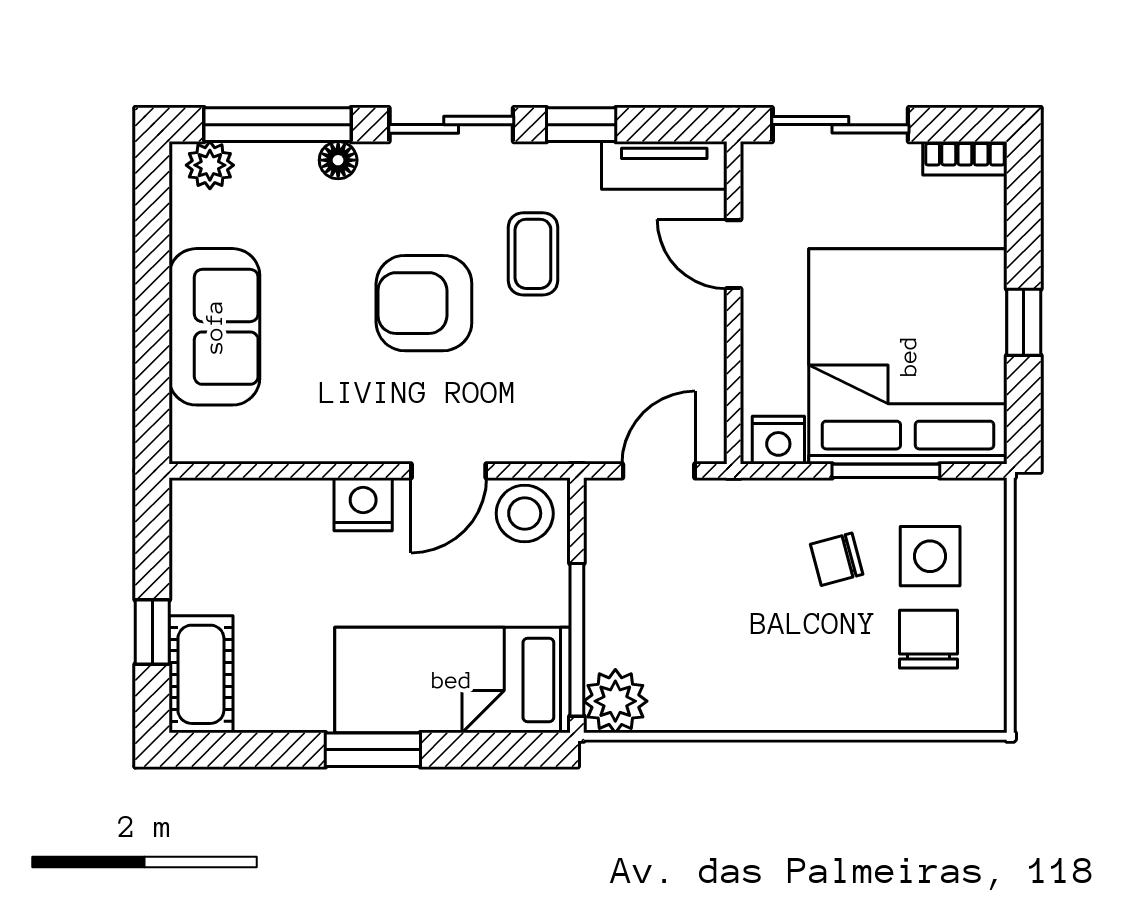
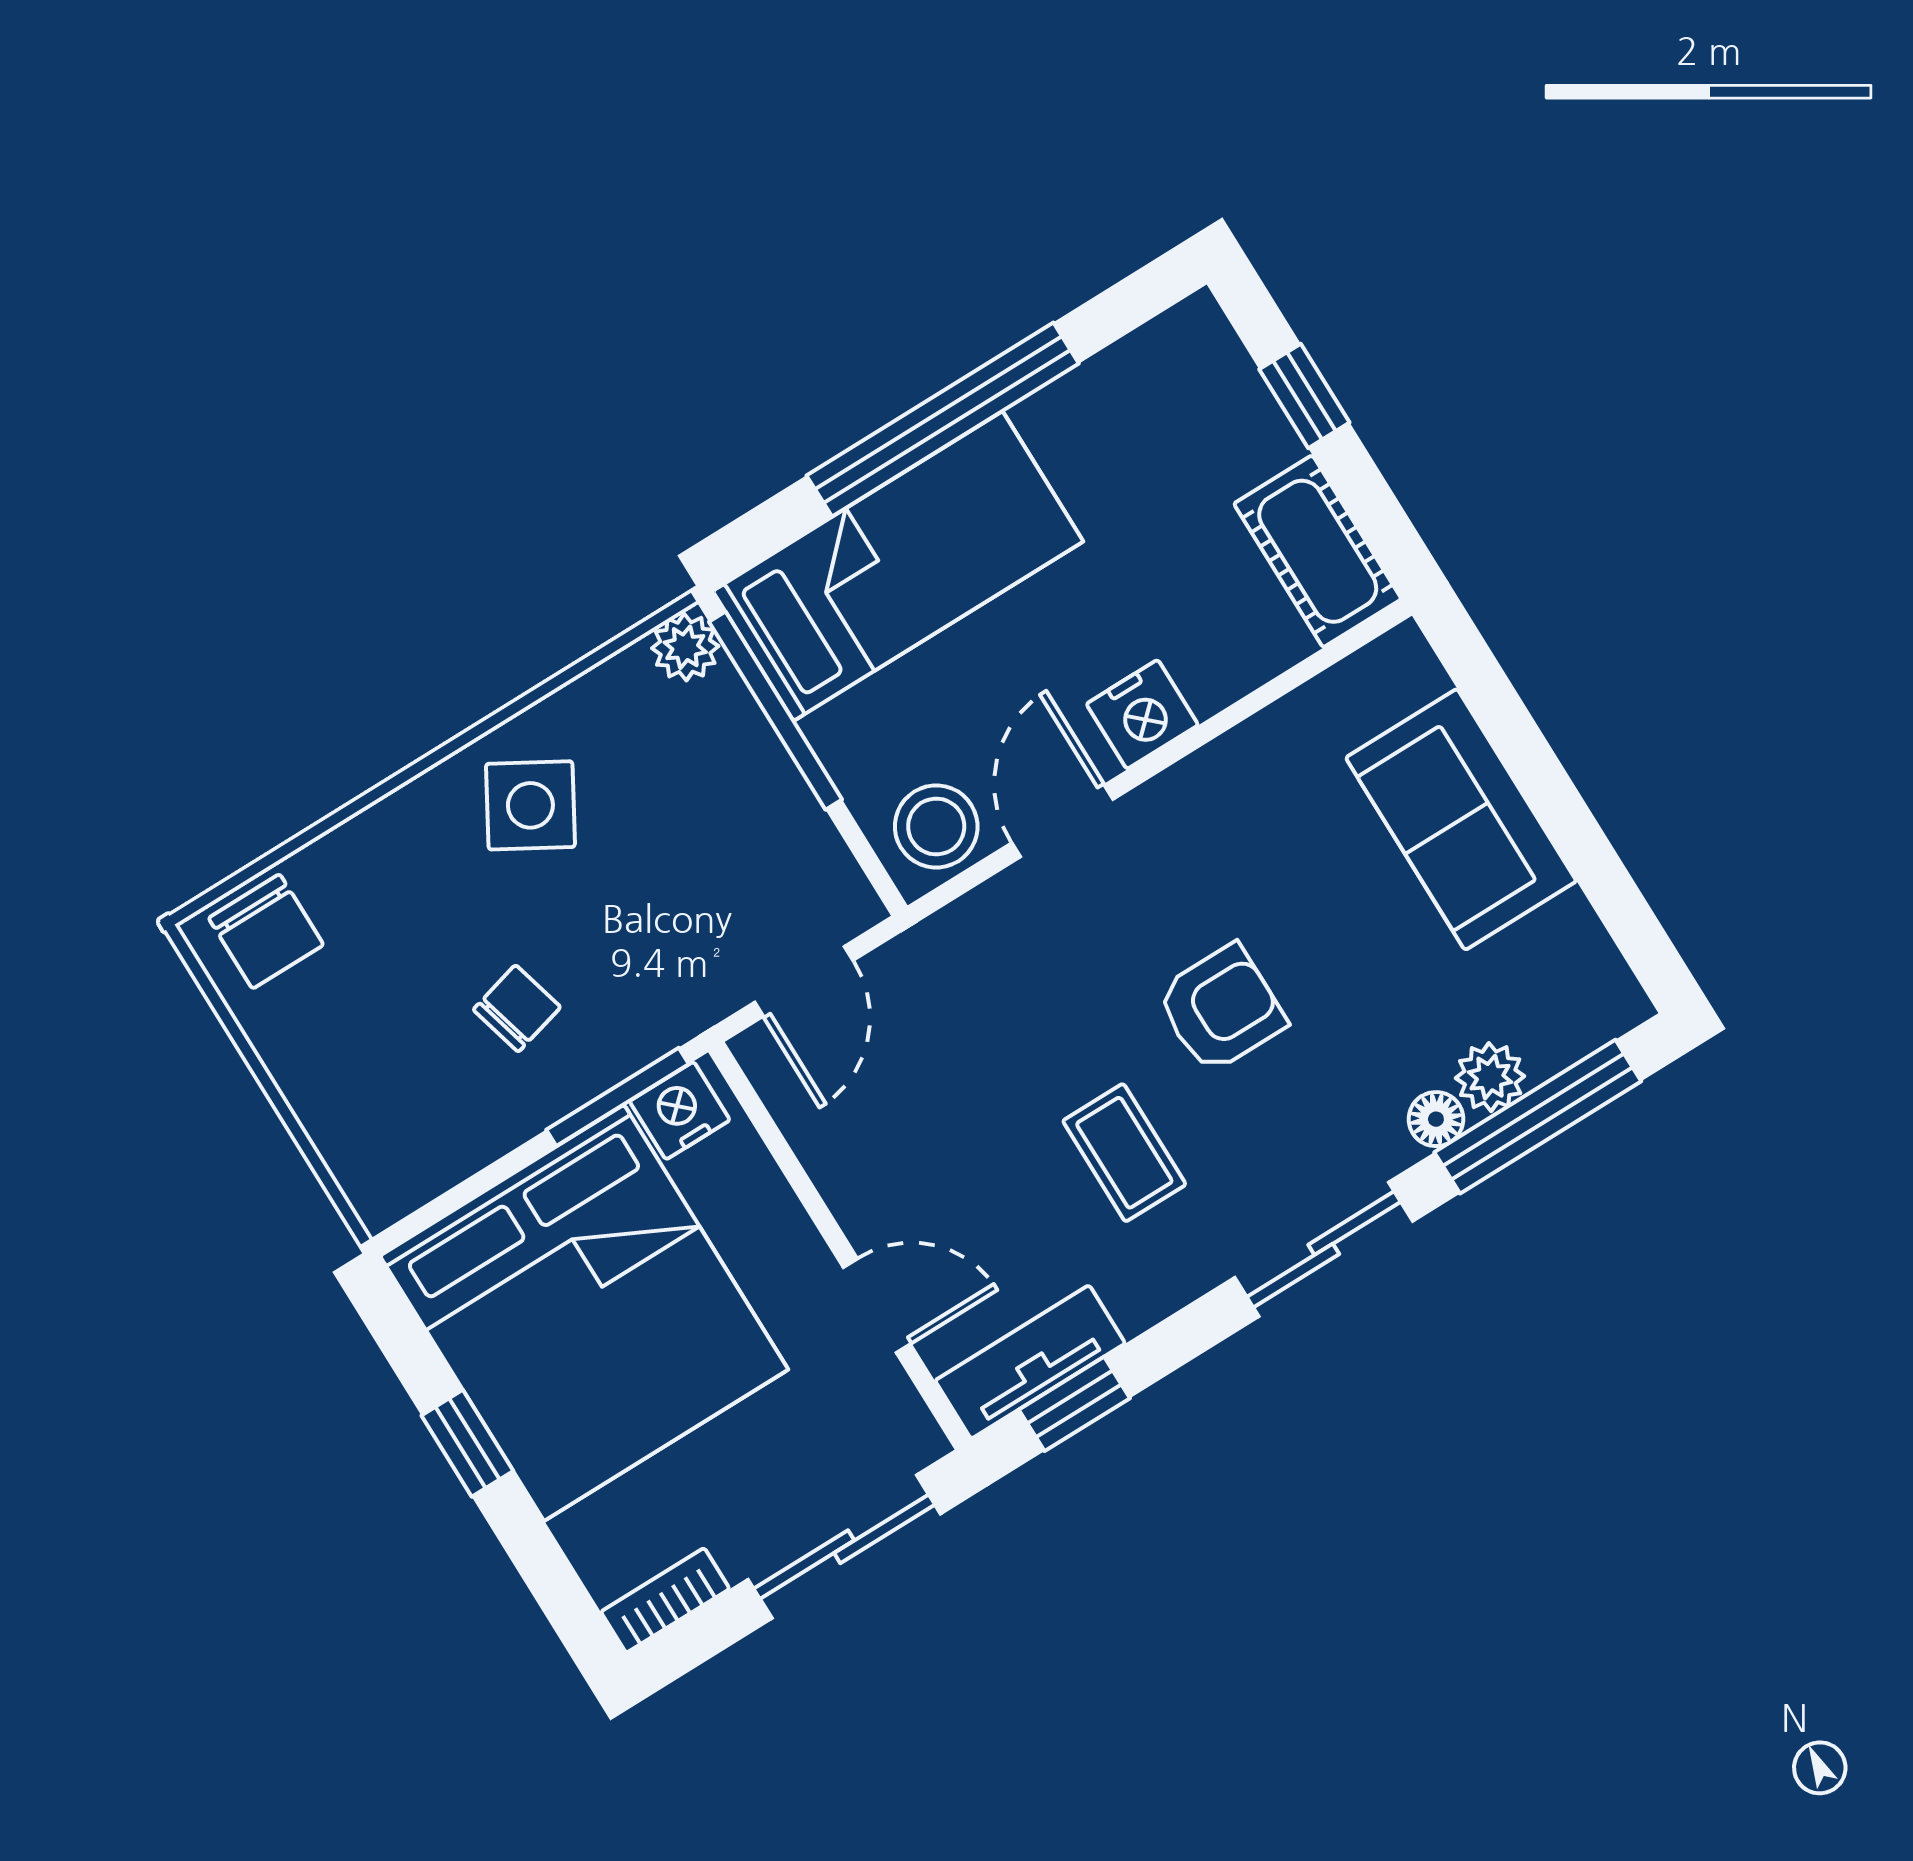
window: (581, 125) -> (1074, 1404), moved
plant: (210, 165) -> (1490, 1077), moved
armchair: (424, 303) -> (1221, 1009), width x0.72, depth x0.72
window: (886, 471) -> (618, 1097), moved
side table: (930, 556) -> (530, 805), moved, turned 30
chair: (929, 639) -> (266, 931), moved
cot: (201, 674) -> (1318, 551), moved
plant: (615, 701) -> (685, 647), width x0.73, depth x0.73
window: (373, 750) -> (943, 419), width x2.11

